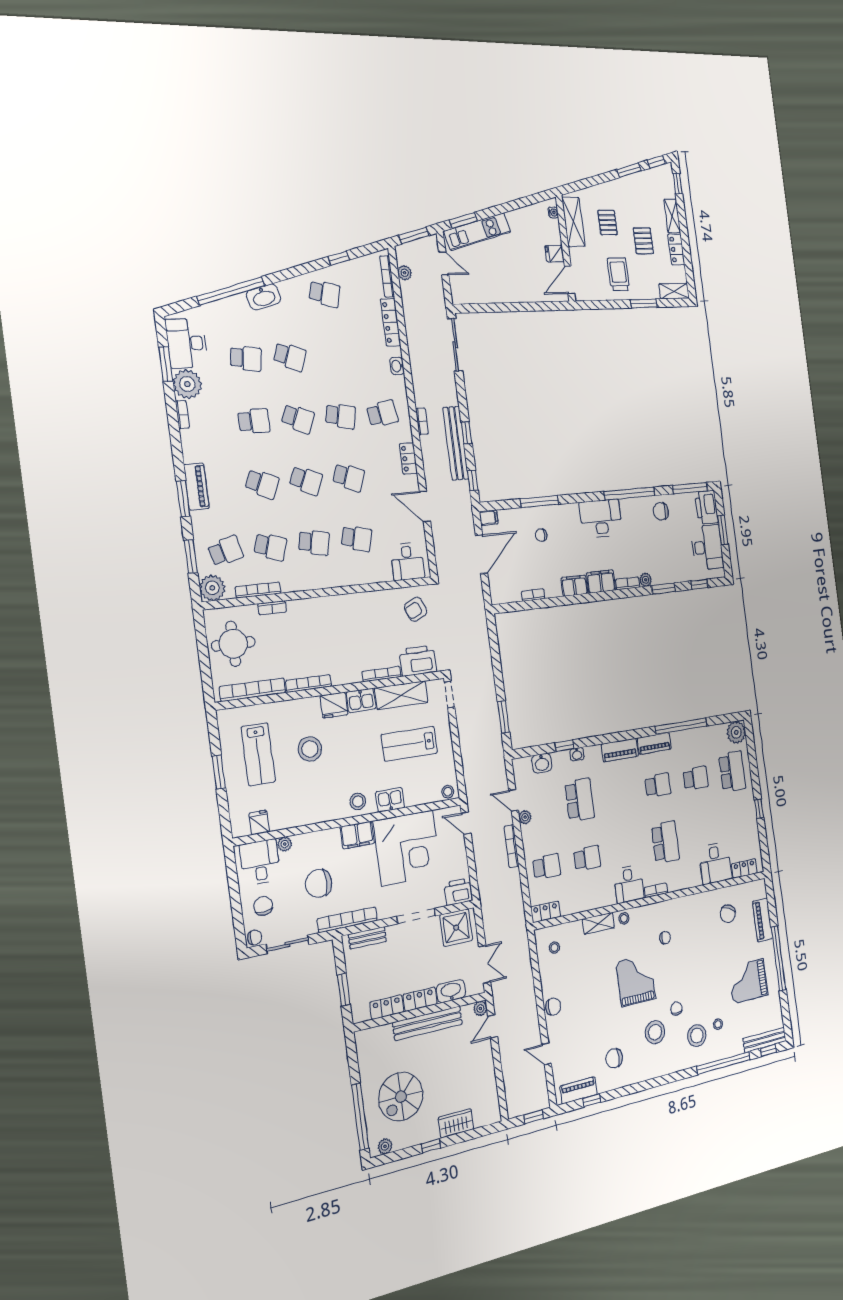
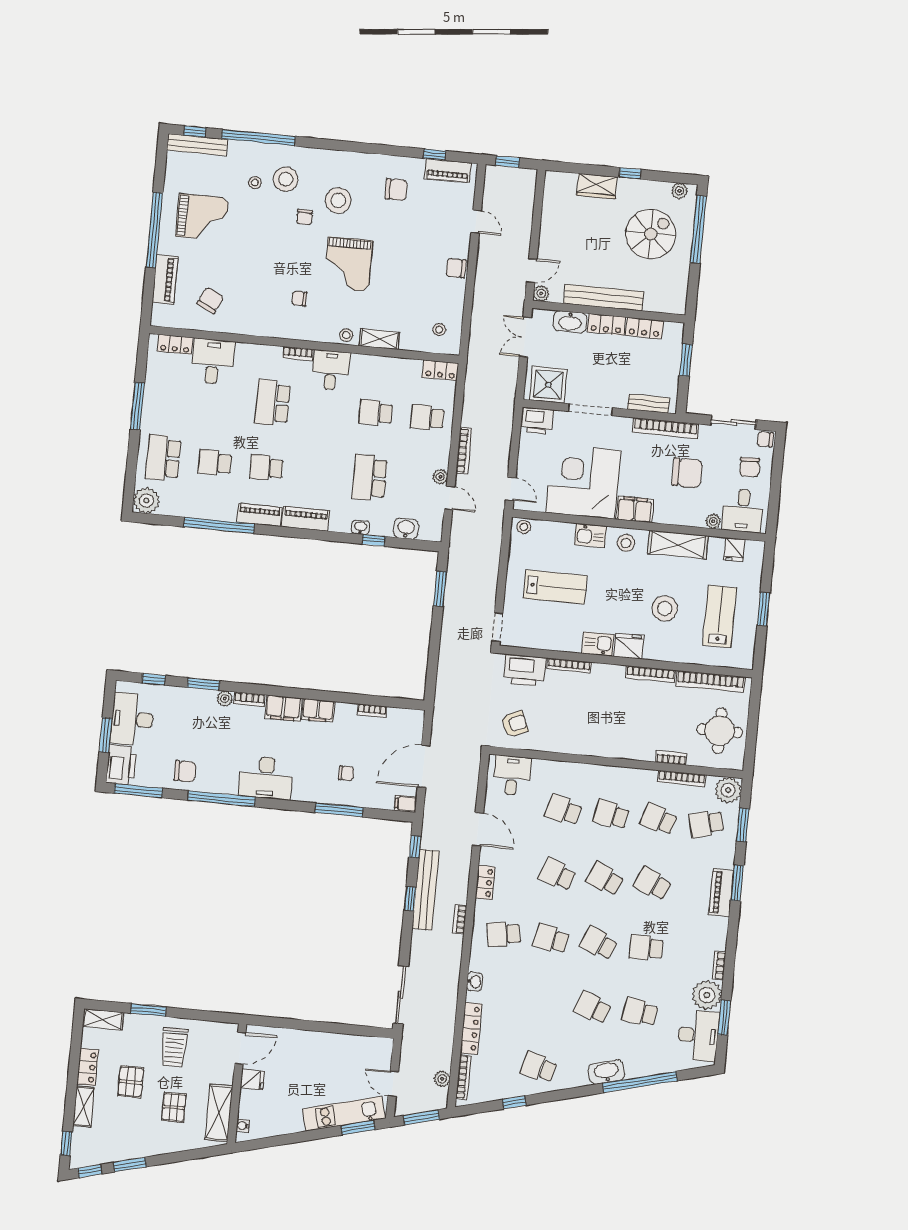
shelving: (401, 695) -> (678, 545), moved
window: (759, 809) -> (137, 406), width x2.17

